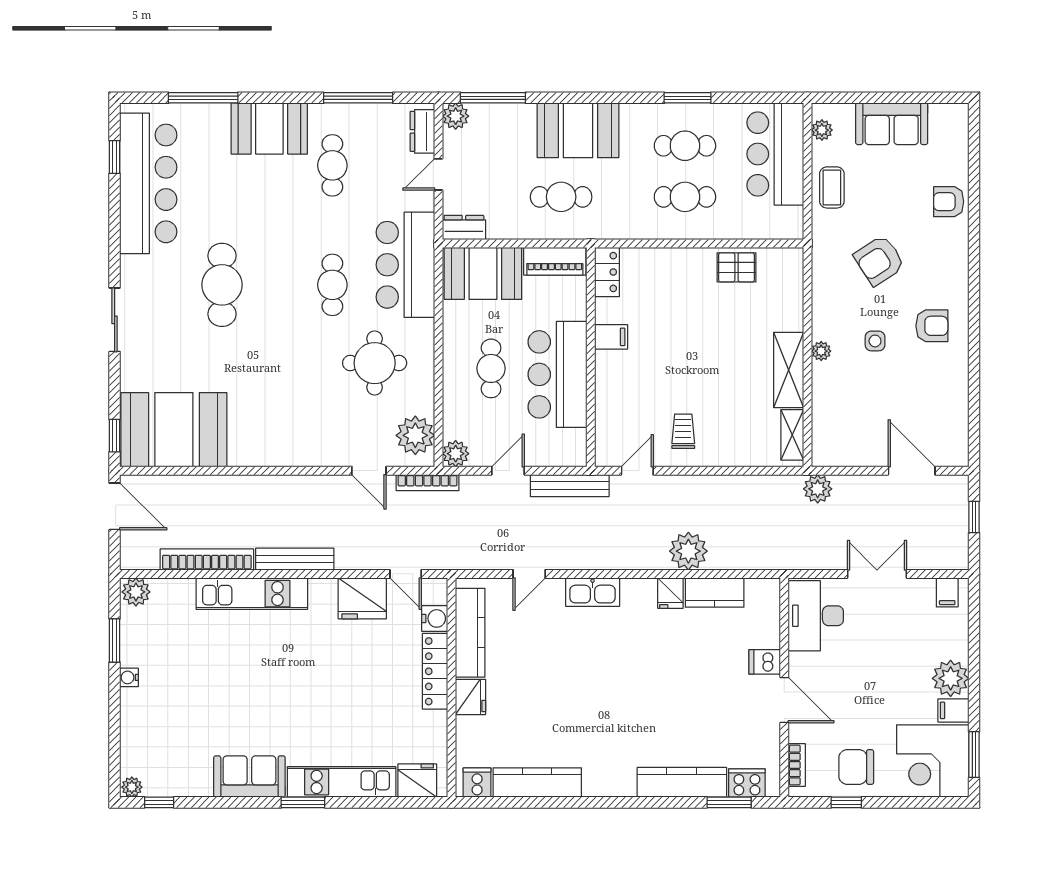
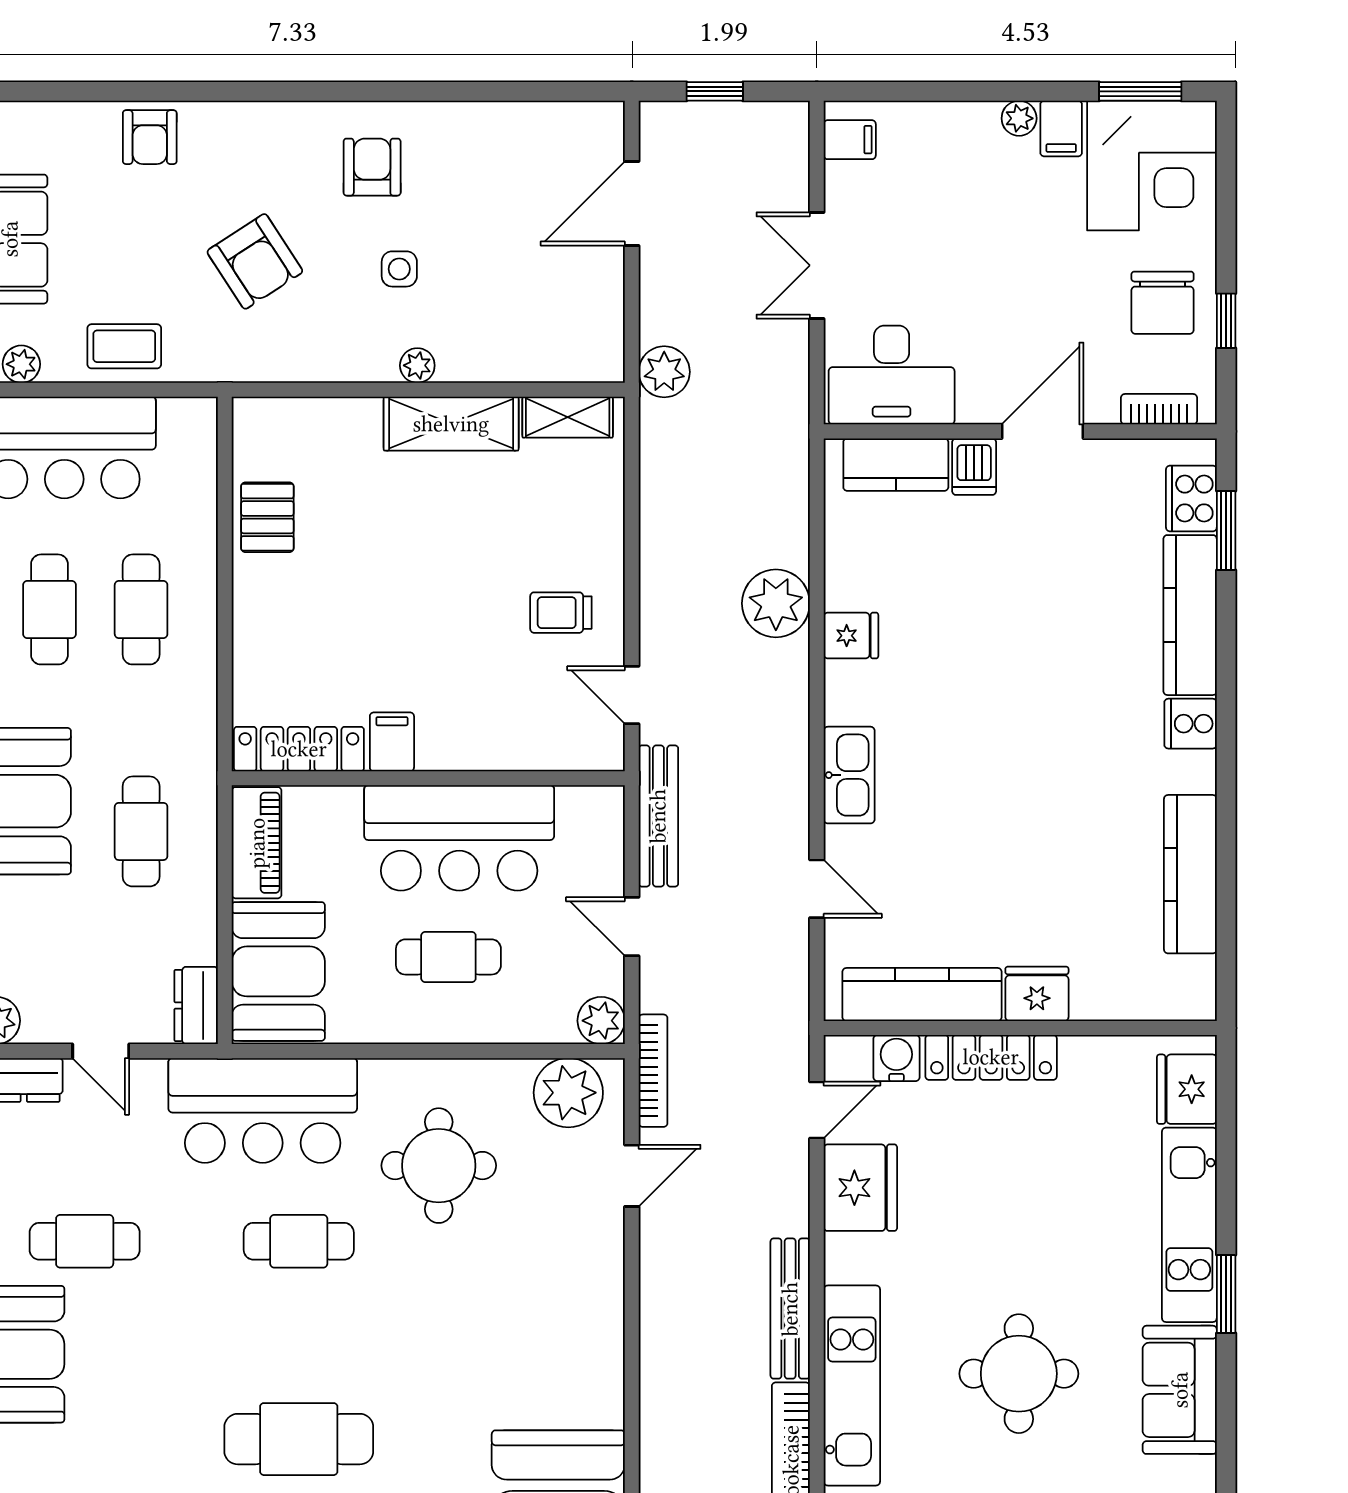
locker: (607, 272) -> (299, 749), width x1.53
kitchen counter: (715, 593) -> (896, 465), moved, turned 90
plant: (951, 678) -> (1019, 118), width x0.53, depth x0.53
round table: (258, 687) -> (1019, 1374), added
cooker: (477, 783) -> (1191, 724), moved

